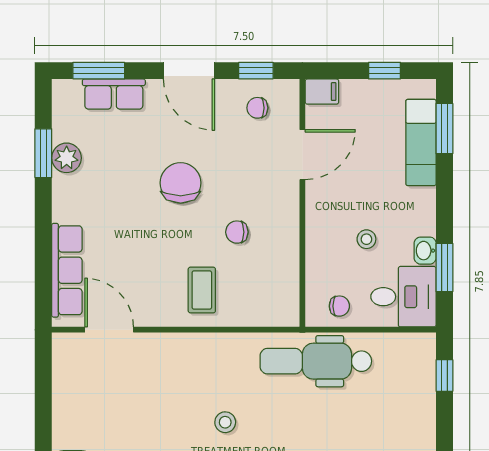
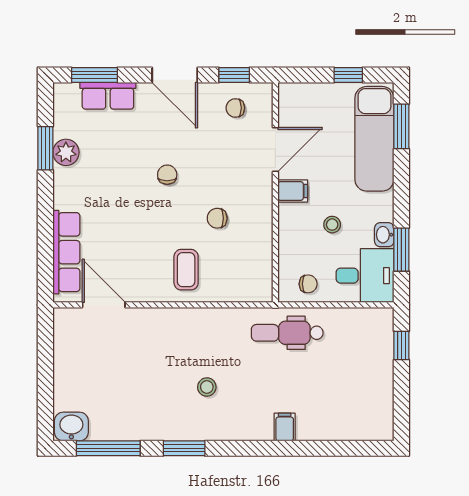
filing cabinet: (322, 92) -> (293, 191), moved
exam couch: (421, 142) -> (374, 139), width x1.36, depth x1.45
chair: (181, 183) -> (167, 175), width x0.54, depth x0.54
dental chair: (316, 361) -> (287, 333), width x0.73, depth x0.72

